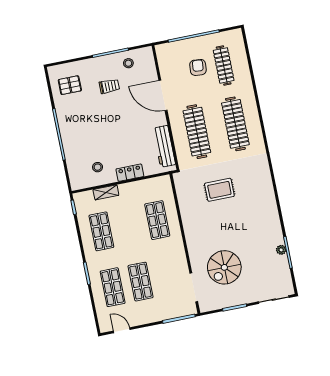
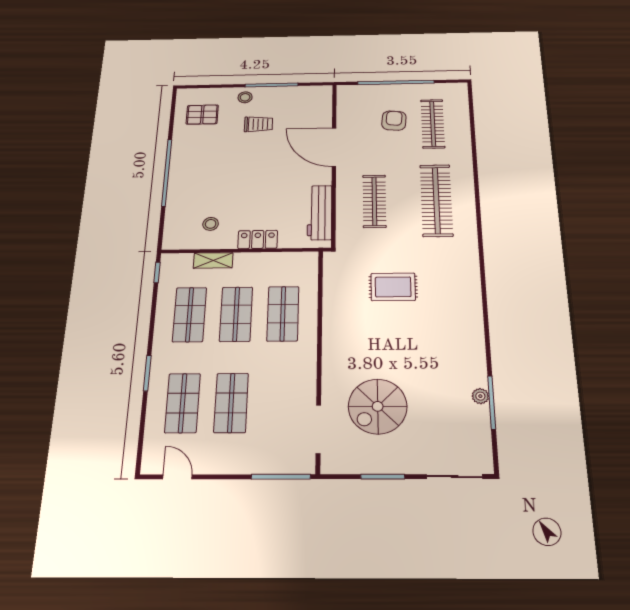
stool: (128, 63) -> (245, 97), moved
clothes rail: (197, 132) -> (374, 201), width x0.73, depth x0.76
shop shelf: (129, 226) -> (236, 314), added

